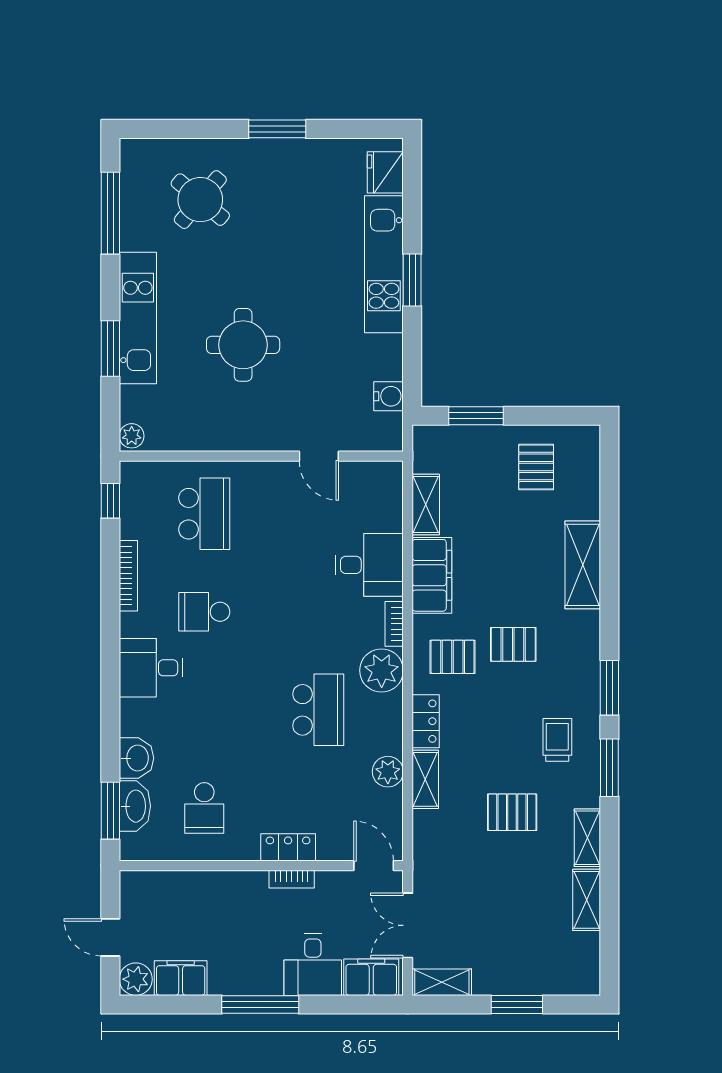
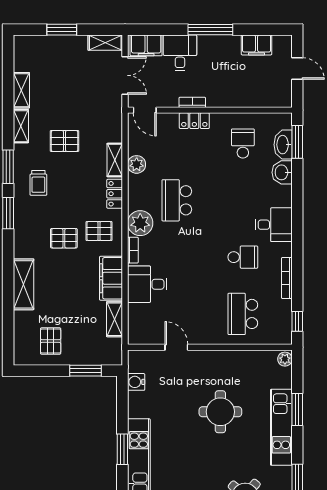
plant: (136, 979) -> (283, 44), removed

